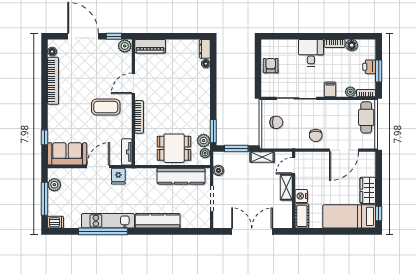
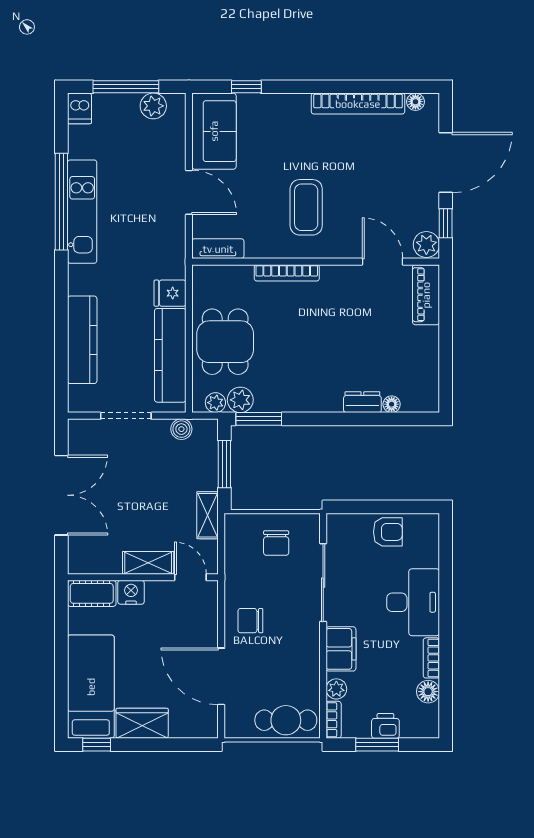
dresser: (205, 49) -> (362, 402), moved
desk: (311, 53) -> (413, 602), width x1.37
door: (133, 83) -> (382, 262), moved
filing cabinet: (330, 89) -> (341, 649), width x2.00
fridge: (118, 176) -> (170, 293), moved
kitchen counter: (158, 221) -> (82, 340), moved

